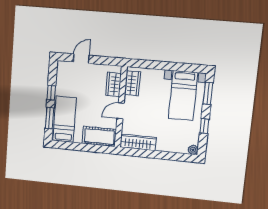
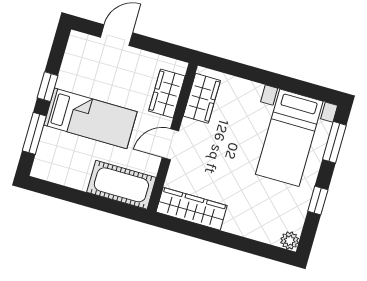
bed: (65, 119) -> (91, 118), moved, turned 90

